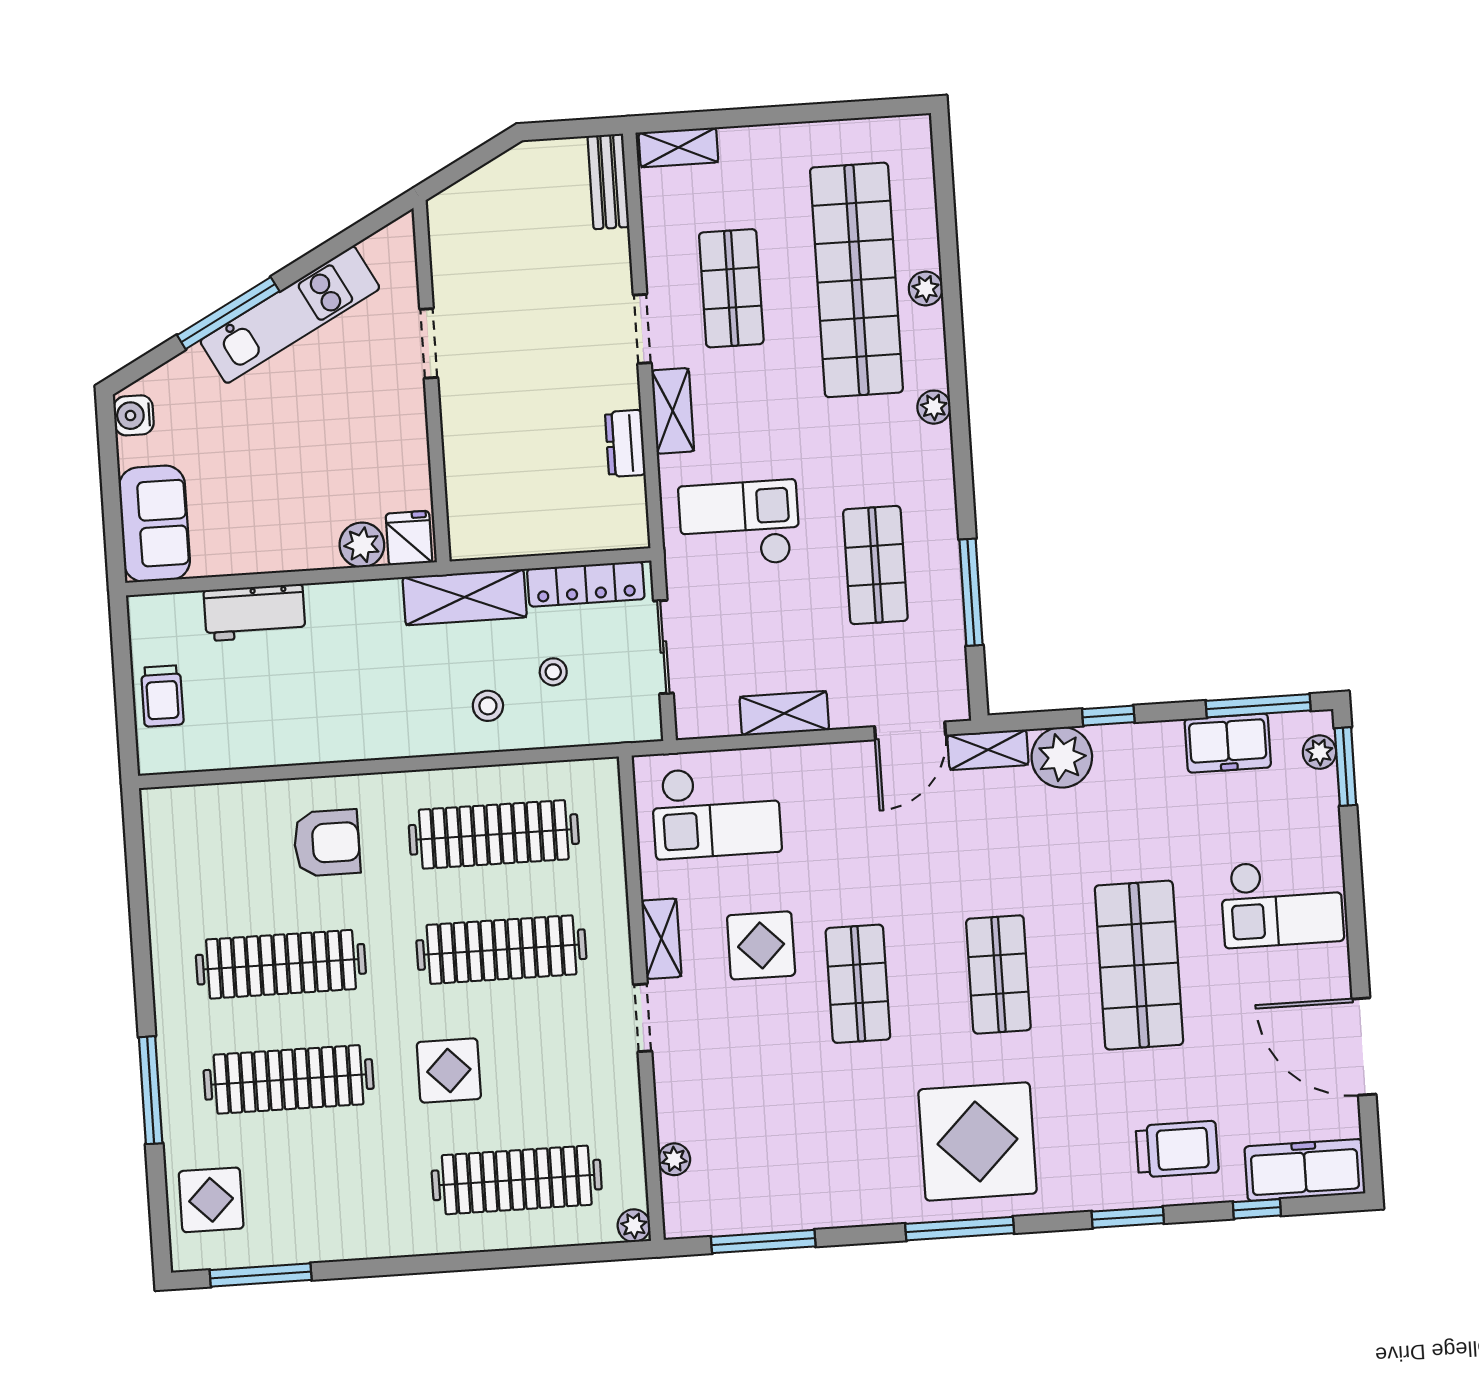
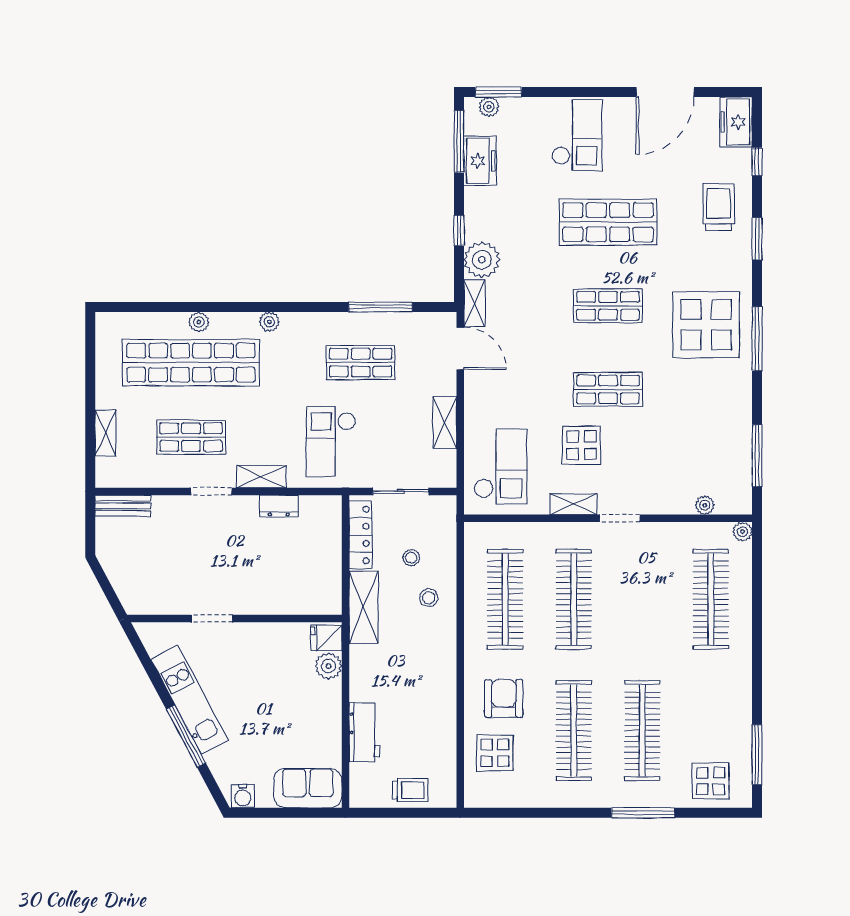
shelving: (678, 147) -> (105, 433), moved
display table: (449, 1070) -> (495, 753), moved
freezer: (1305, 1170) -> (736, 122), width x0.71

